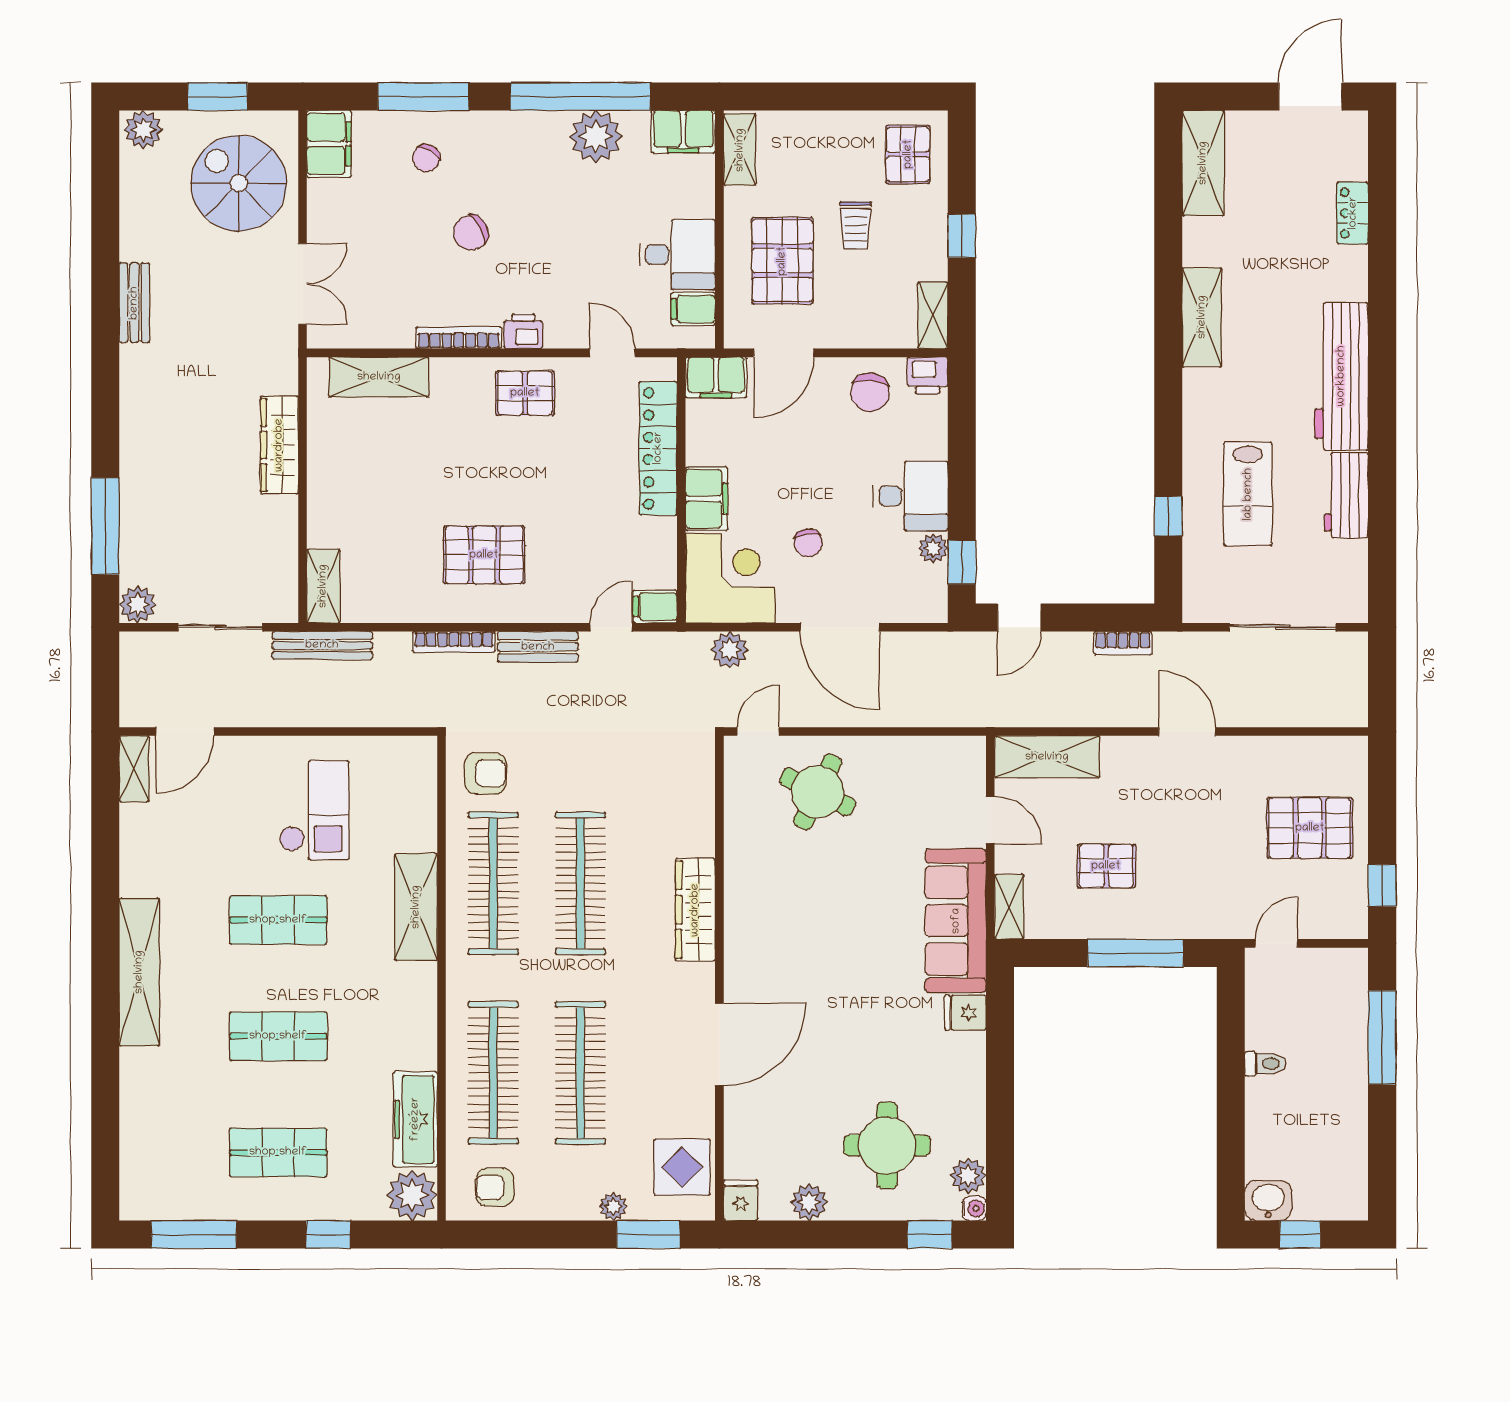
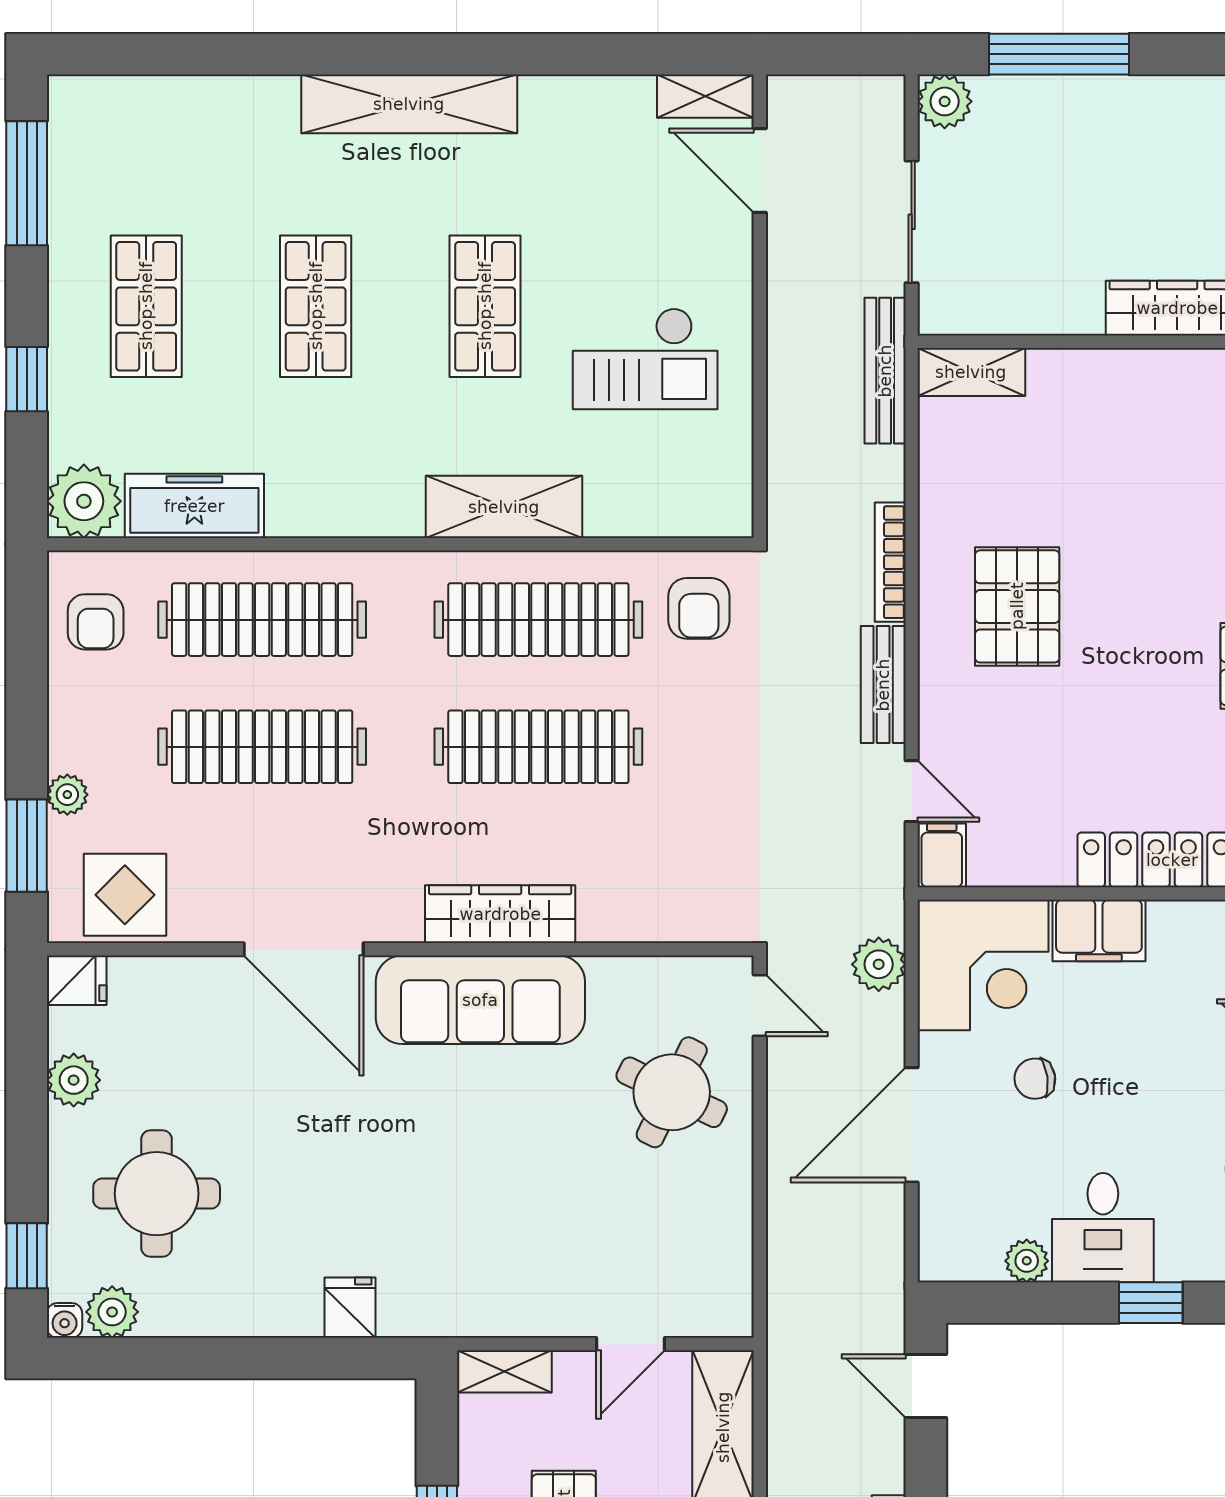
window: (962, 562) -> (1151, 1303), moved
sofa: (956, 921) -> (480, 1000), moved, turned 180
armchair: (495, 1187) -> (96, 622), turned 180

